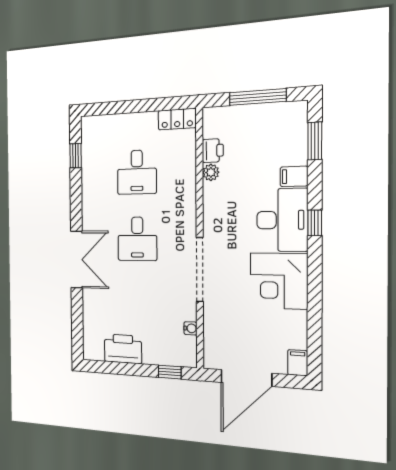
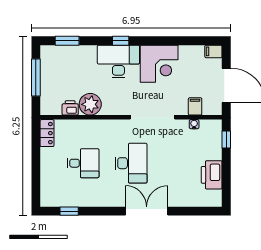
plant: (211, 172) -> (90, 104), width x1.87, depth x1.87
filing cabinet: (294, 176) -> (195, 106), moved, turned 180
desk: (137, 239) -> (131, 163), width x1.37

